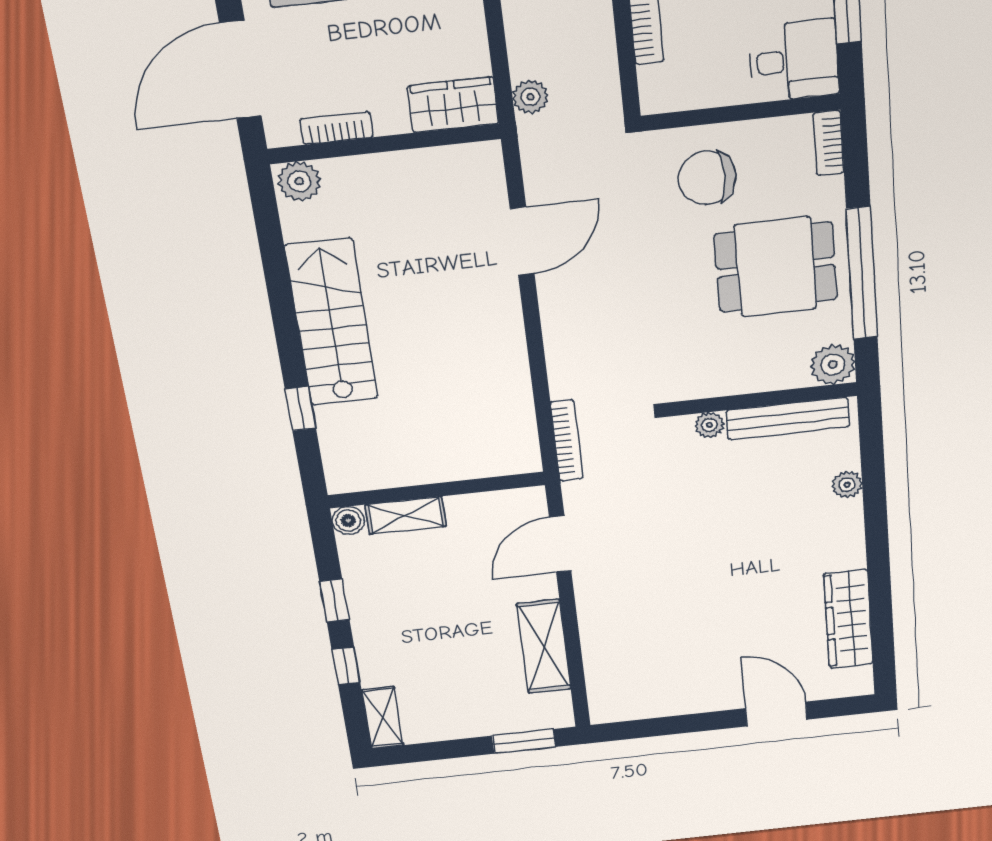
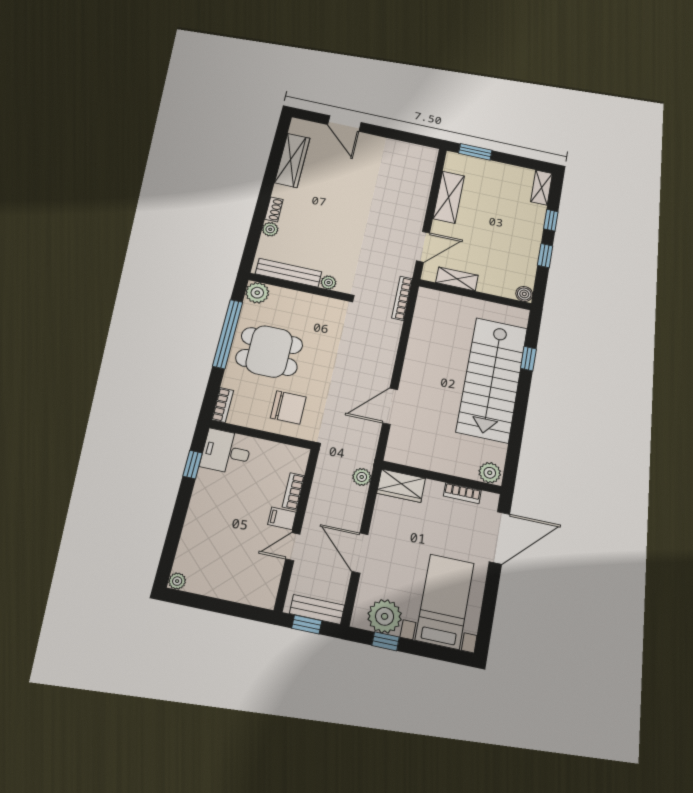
stairs: (332, 323) -> (492, 379), width x1.36, depth x1.51
shelving: (406, 515) -> (457, 279), moved
shoe rack: (852, 522) -> (274, 209), added

